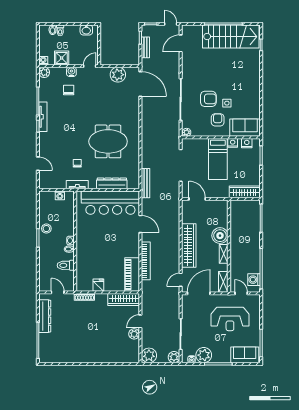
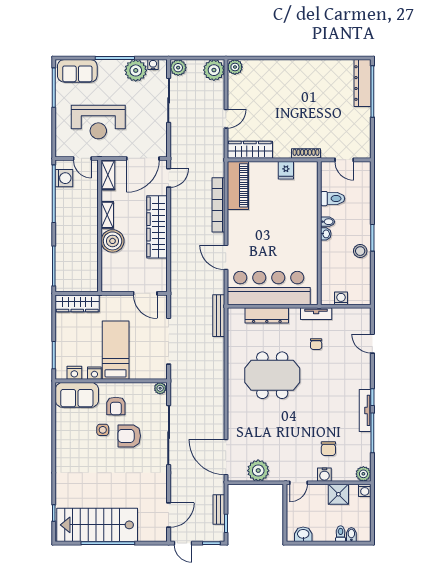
dresser: (45, 316) -> (363, 83), moved
reception desk: (230, 319) -> (98, 122), turned 180
plant: (134, 334) -> (235, 67), moved

